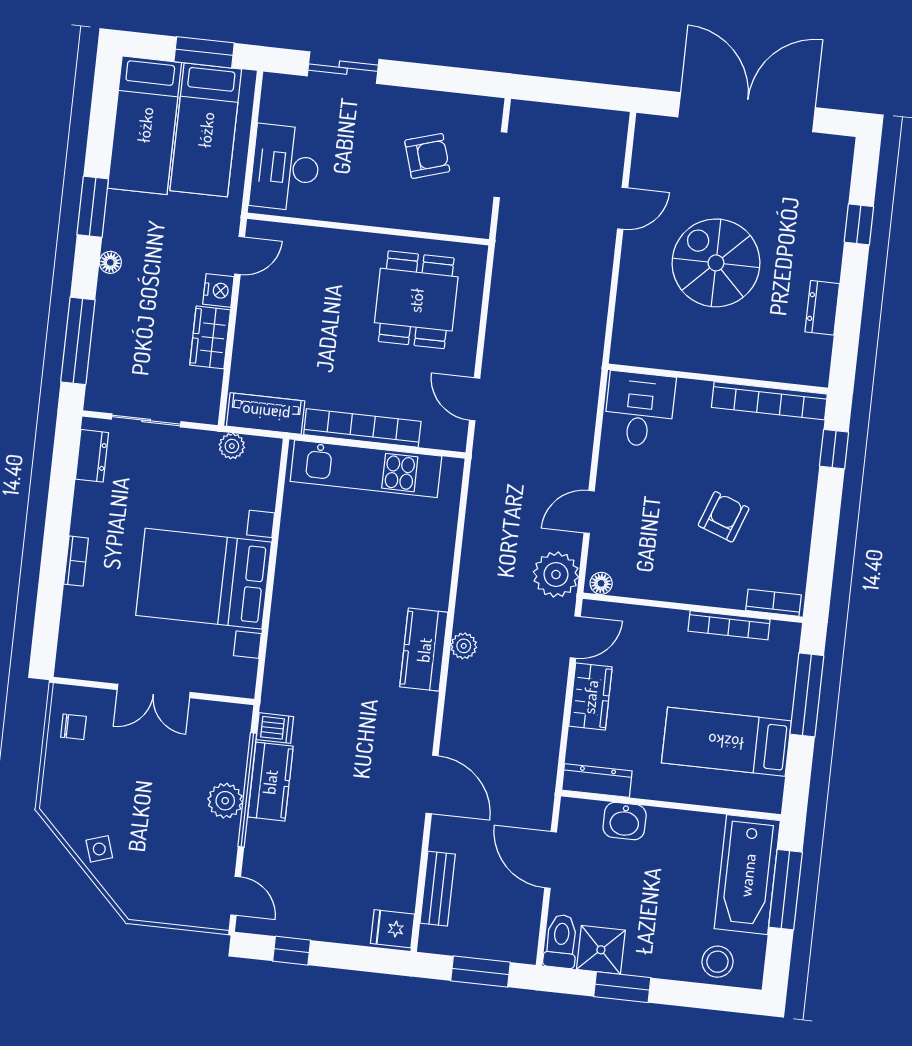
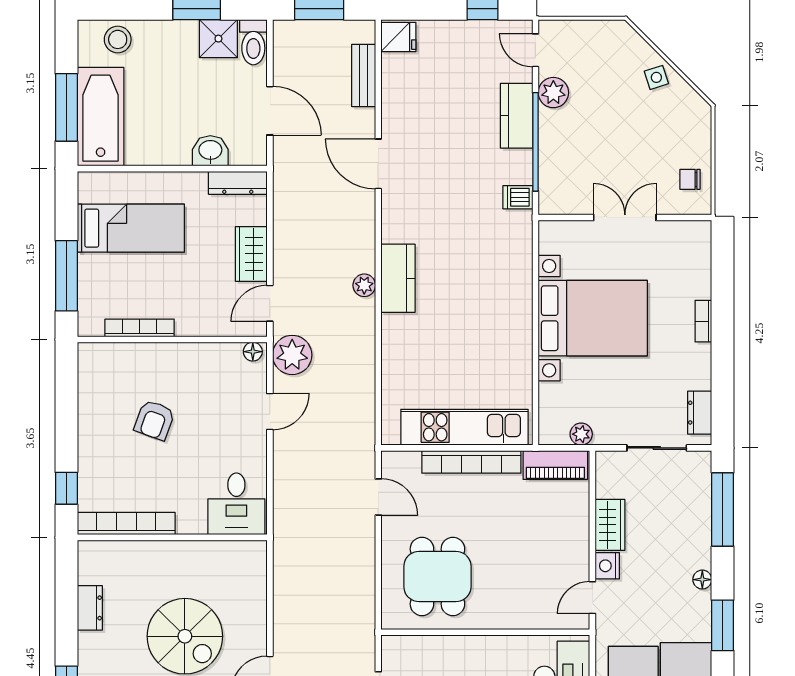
bookcase: (774, 603) -> (104, 351), removed
kitchen counter: (270, 782) -> (517, 116), moved
plant: (225, 801) -> (553, 93), moved

